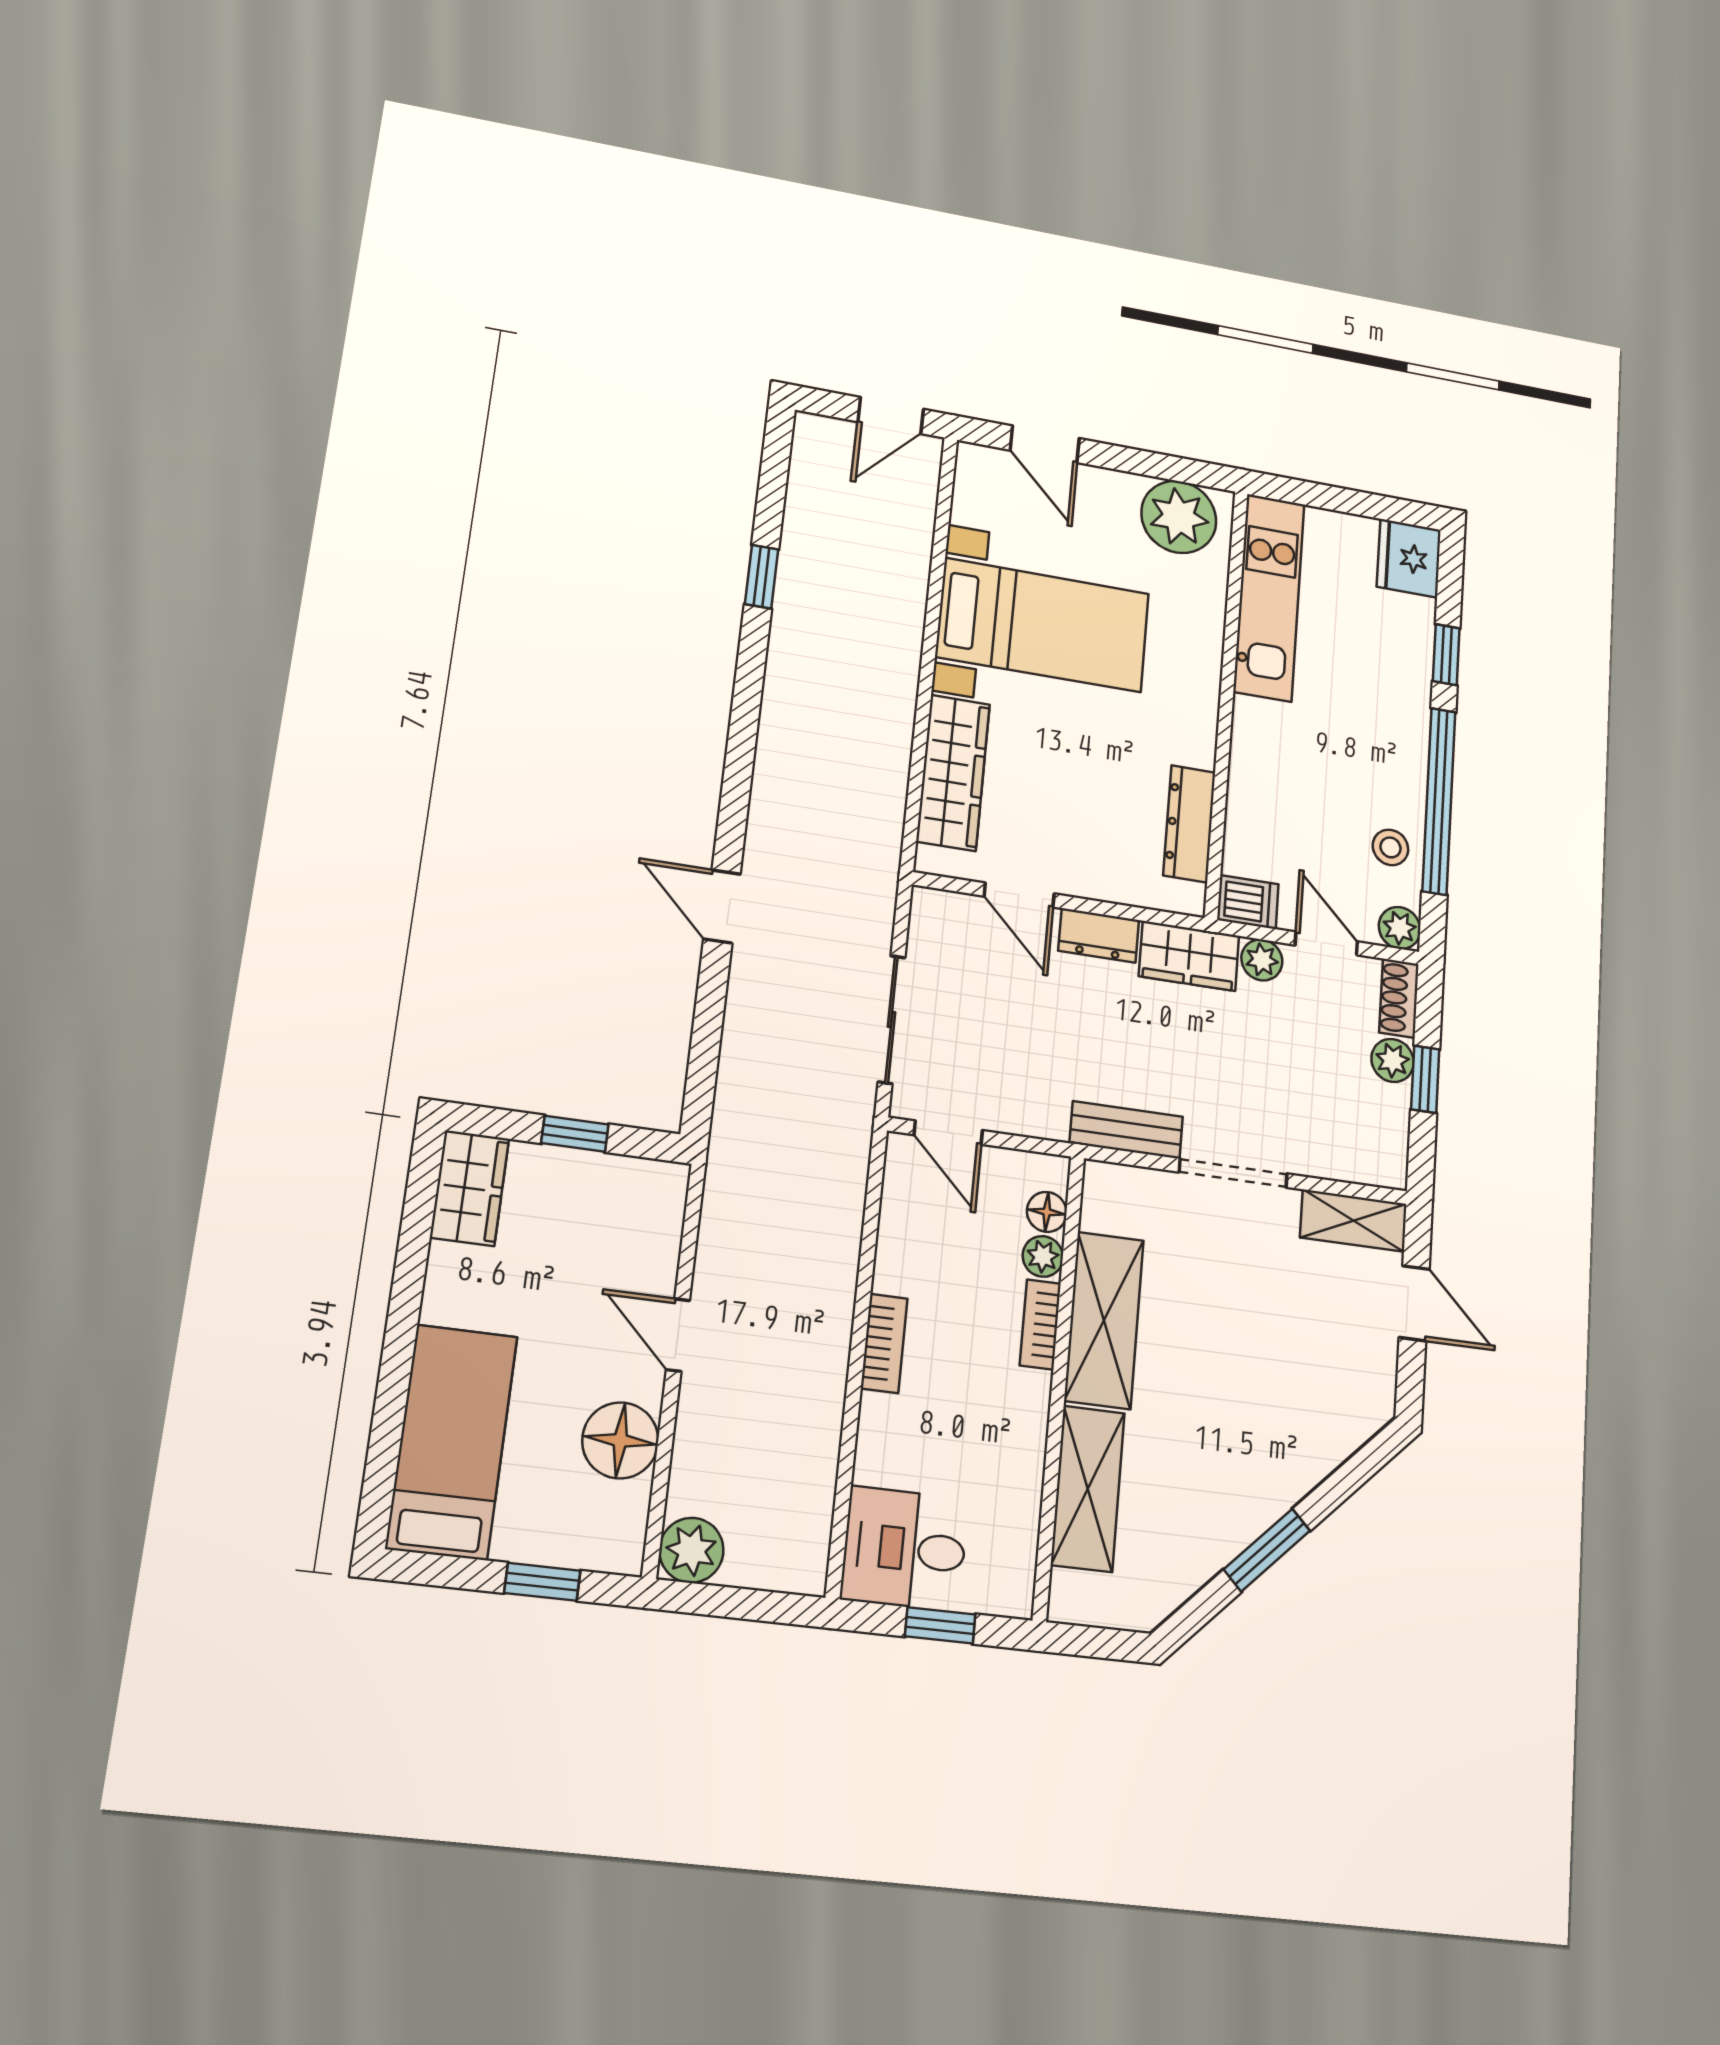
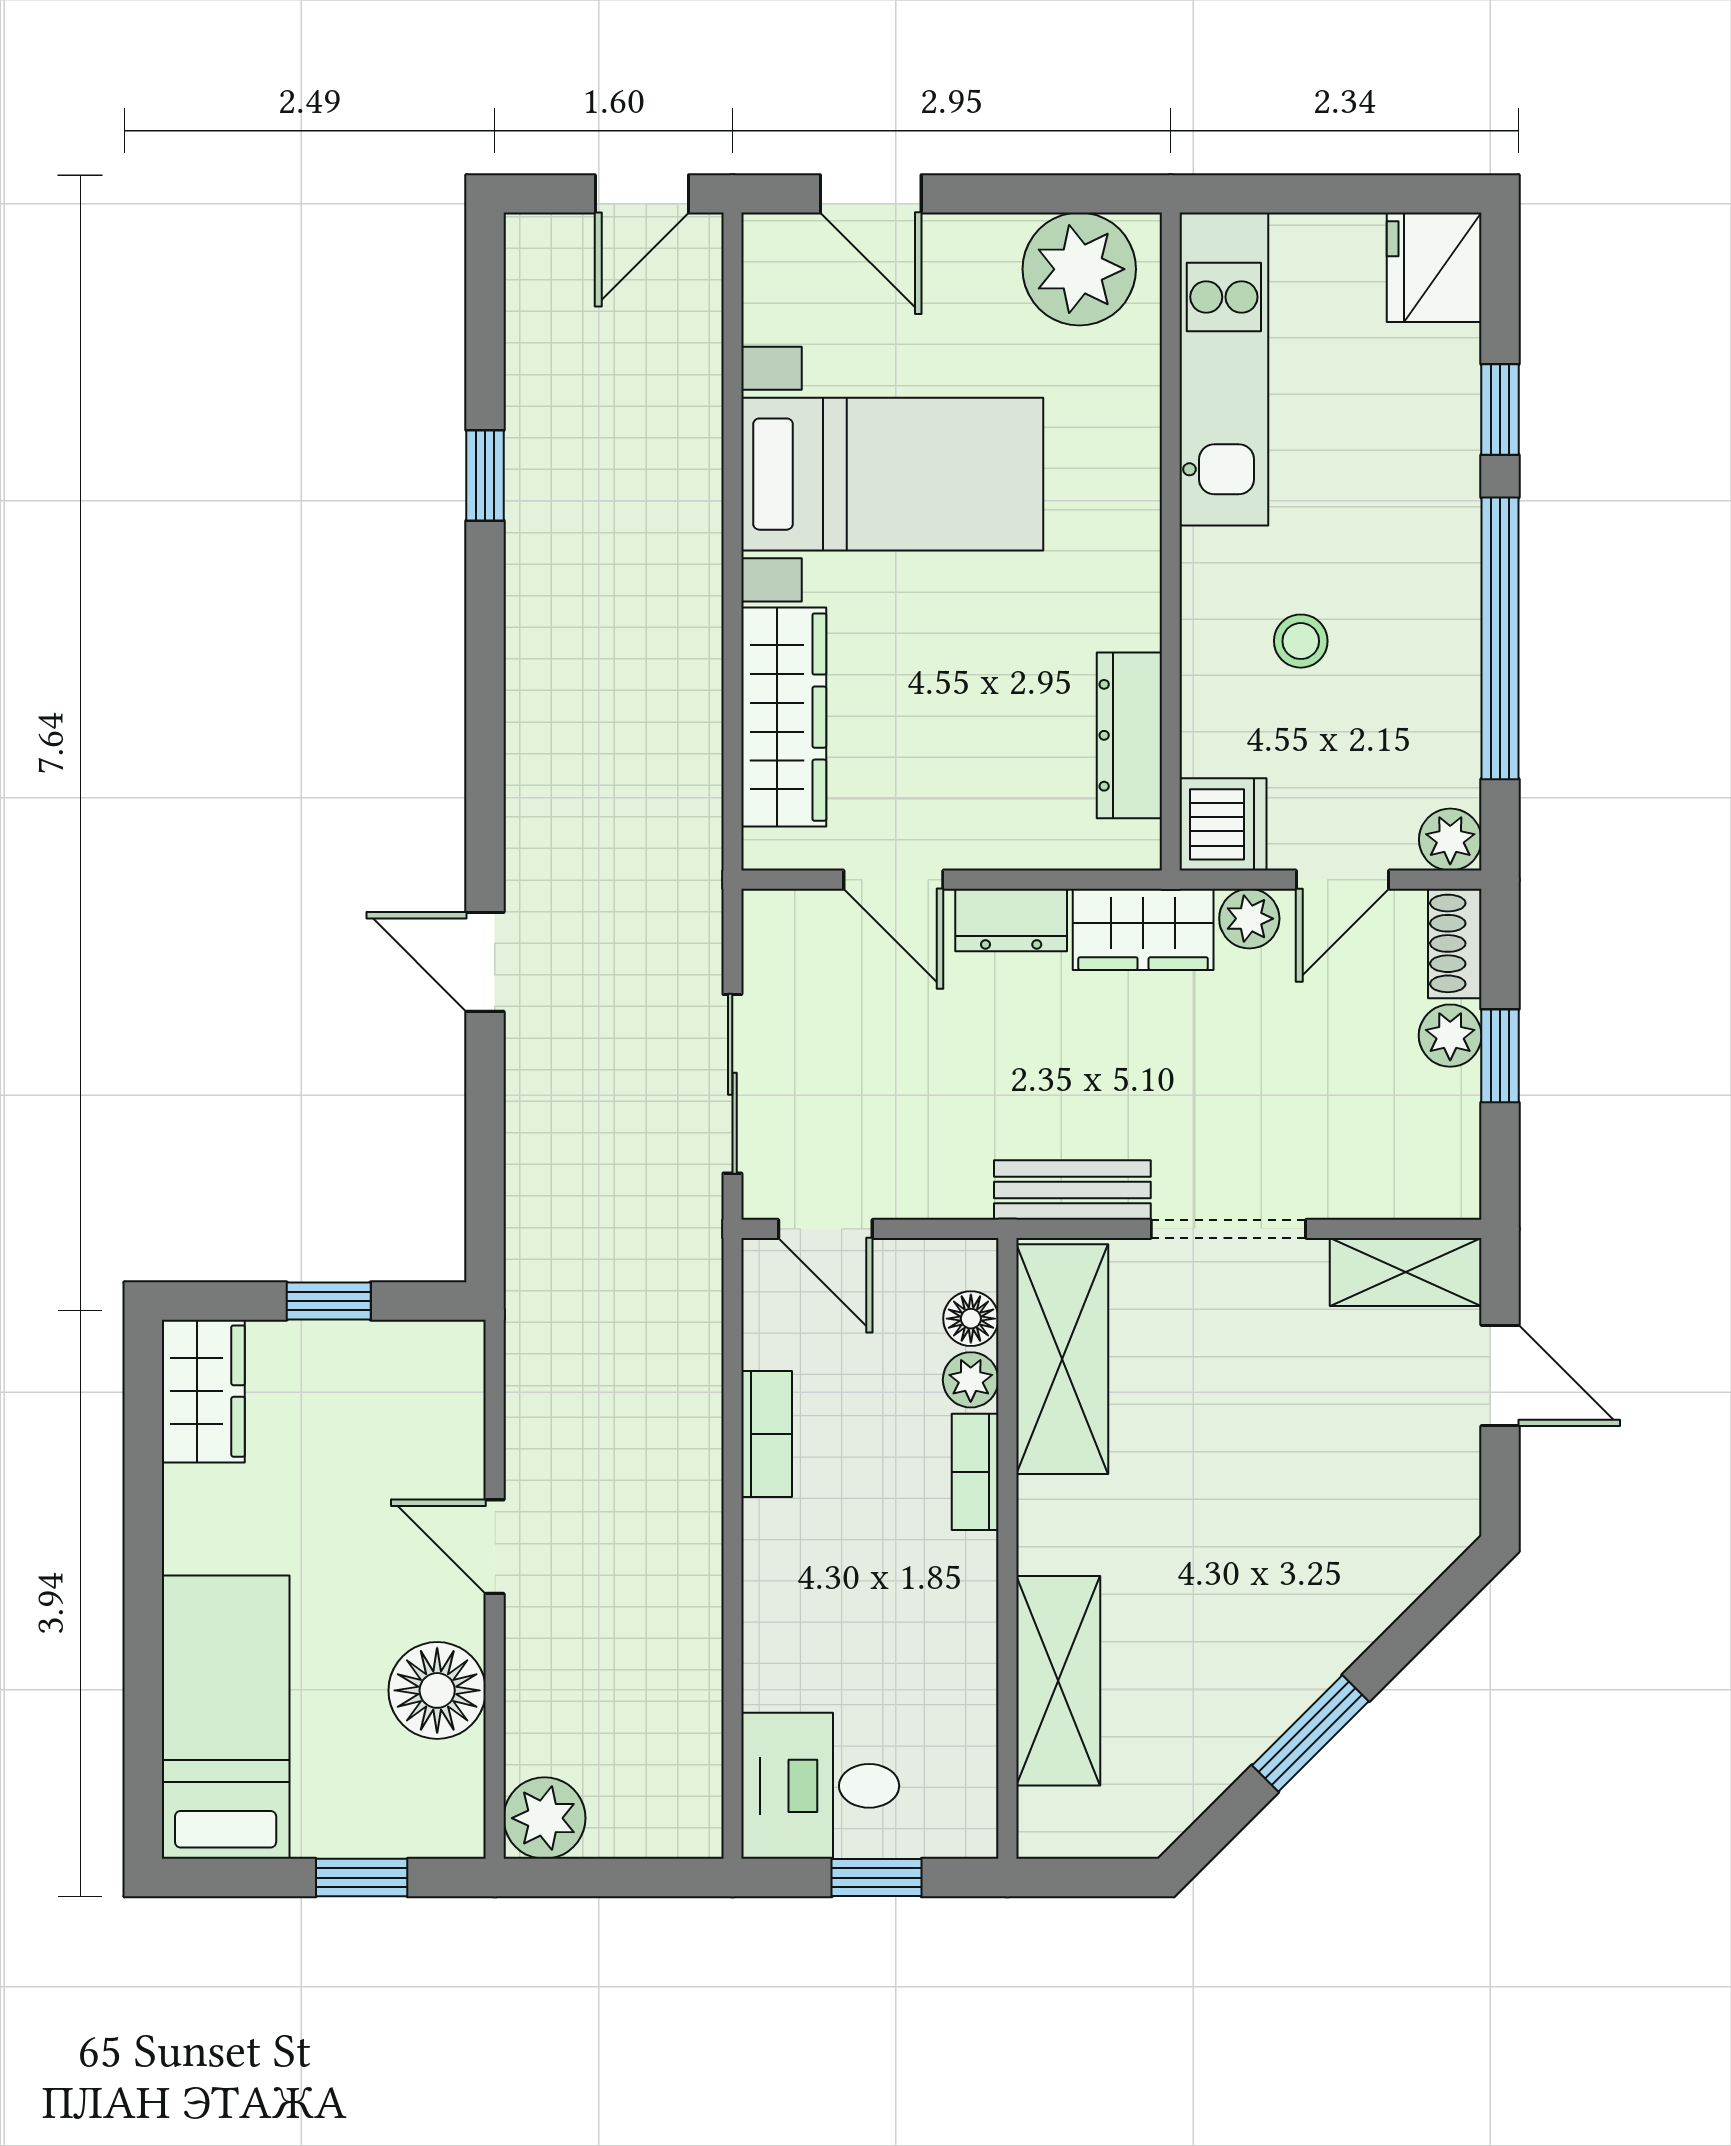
stool: (1390, 847) -> (1301, 641), moved
dishwasher: (1248, 902) -> (1223, 824), width x1.38
door: (1326, 943) -> (1342, 880), swing flipped
shelving: (1104, 1320) -> (1062, 1359), moved
bookcase: (884, 1343) -> (767, 1434), moved

